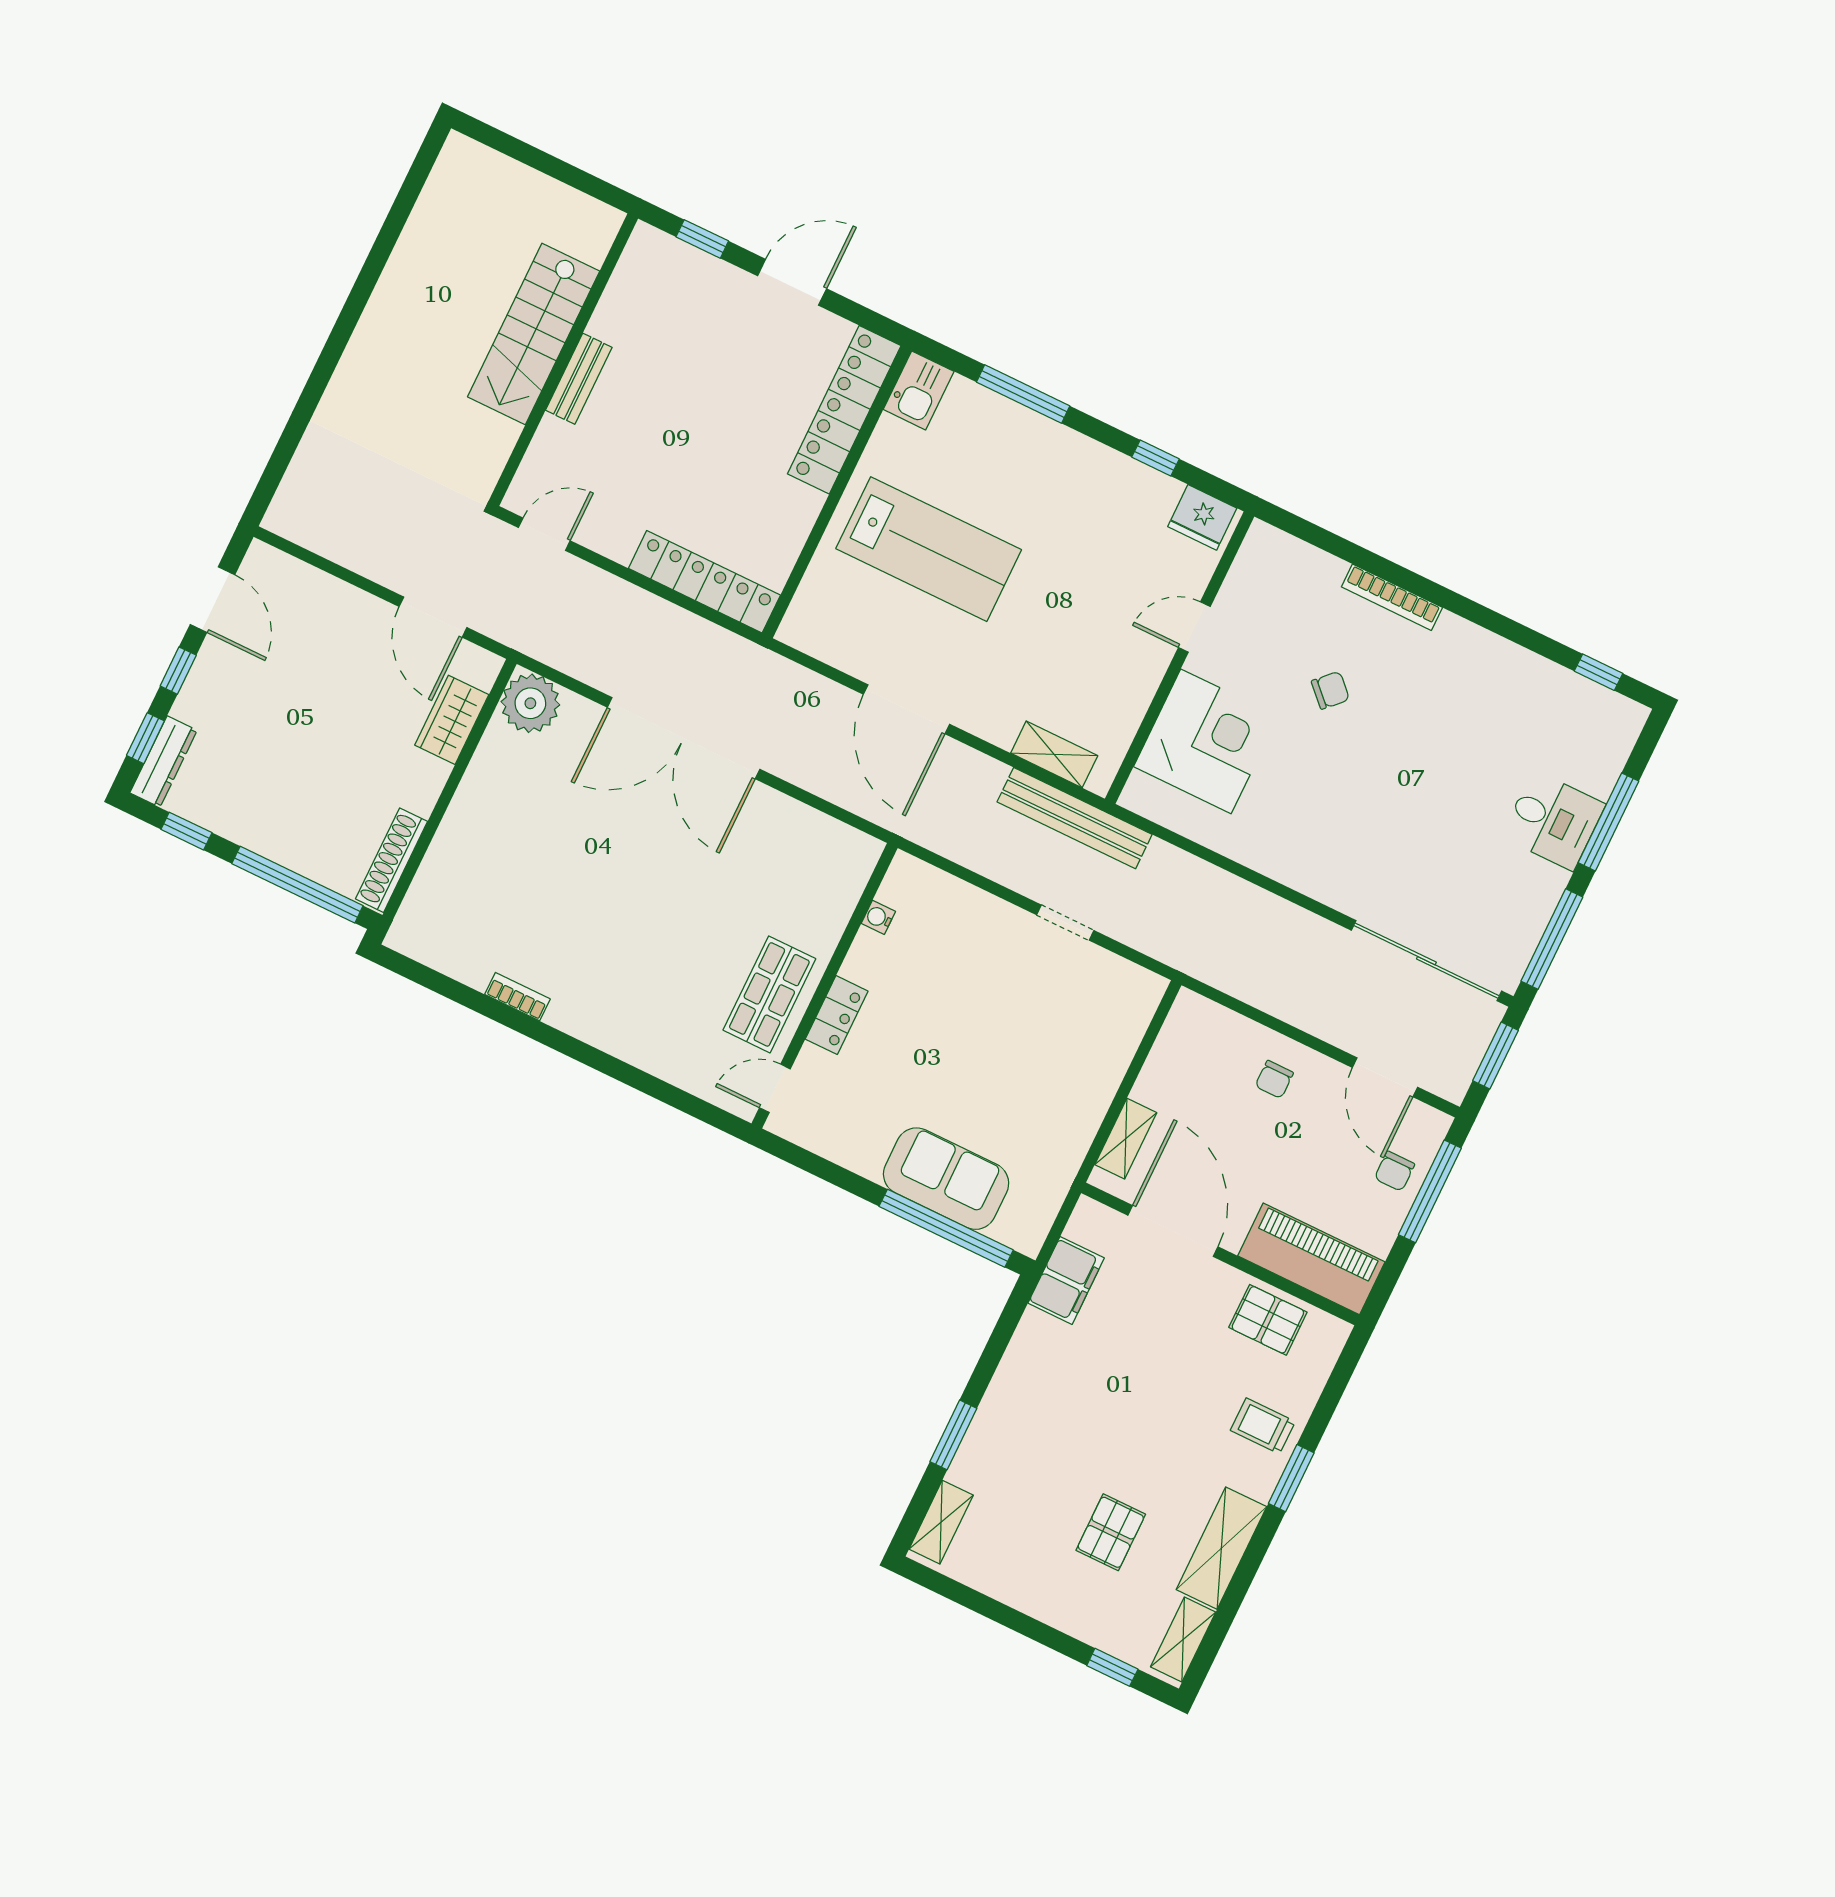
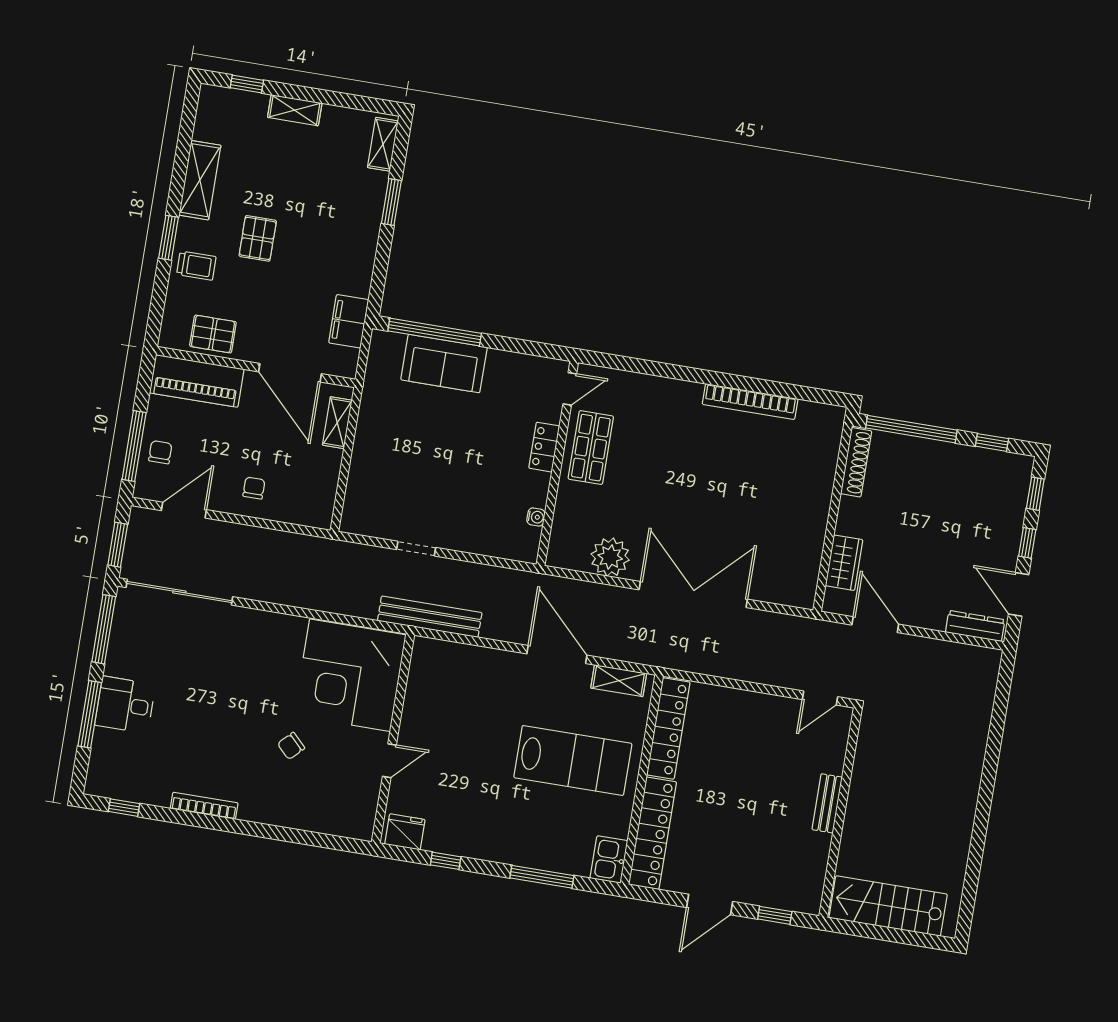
stairs: (534, 334) -> (888, 906), moved, turned -90
lab bench: (929, 549) -> (573, 760), turned 180
locker: (704, 582) -> (668, 728), moved, turned -90
bookcase: (1392, 597) -> (204, 806), moved
plant: (530, 703) -> (610, 557), moved
corner desk: (1206, 741) -> (350, 675), width x1.36, depth x1.36
shelving: (1054, 754) -> (619, 681), moved
dresser: (164, 762) -> (975, 626), moved, turned 90
bookcase: (518, 997) -> (750, 402), width x2.31, depth x1.31
door: (1385, 1077) -> (184, 510), hinge flipped
pallet: (1111, 1532) -> (258, 238), moved
shelving: (1183, 1640) -> (295, 110), moved, turned 90

